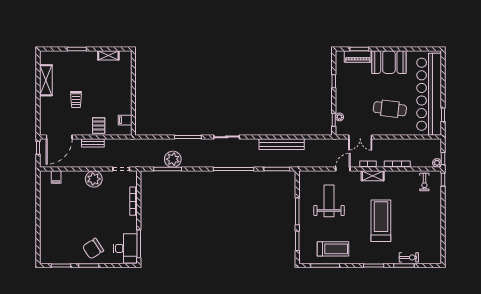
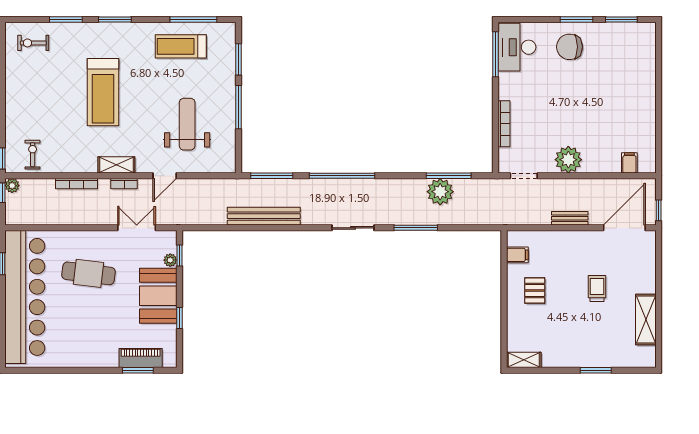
shelving: (108, 55) -> (524, 360), moved
booth: (389, 62) -> (158, 296), moved, turned 90
pallet: (99, 126) -> (535, 291), moved
weight bench: (329, 201) -> (187, 124), turned 180
chair: (93, 249) -> (569, 47), turned -147
exercise bike: (409, 257) -> (33, 43), moved

